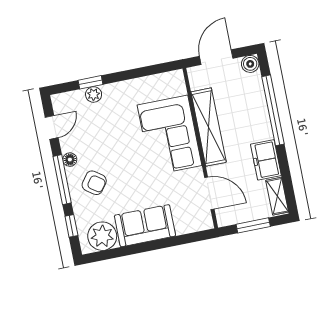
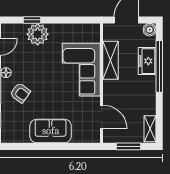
plant: (94, 94) -> (38, 34), width x1.88, depth x1.88
shelving: (209, 127) -> (111, 60), width x0.68
freezer: (266, 160) -> (147, 61), moved
plant: (102, 236) -> (18, 132), removed

